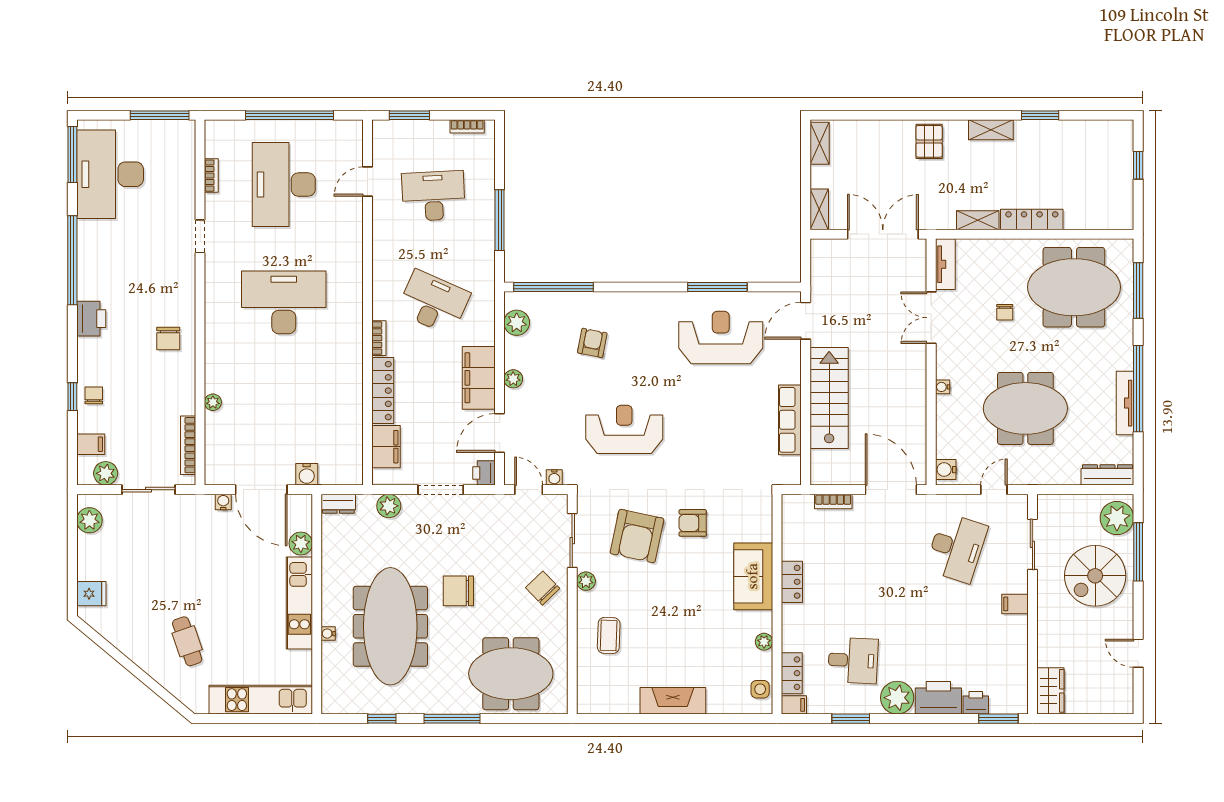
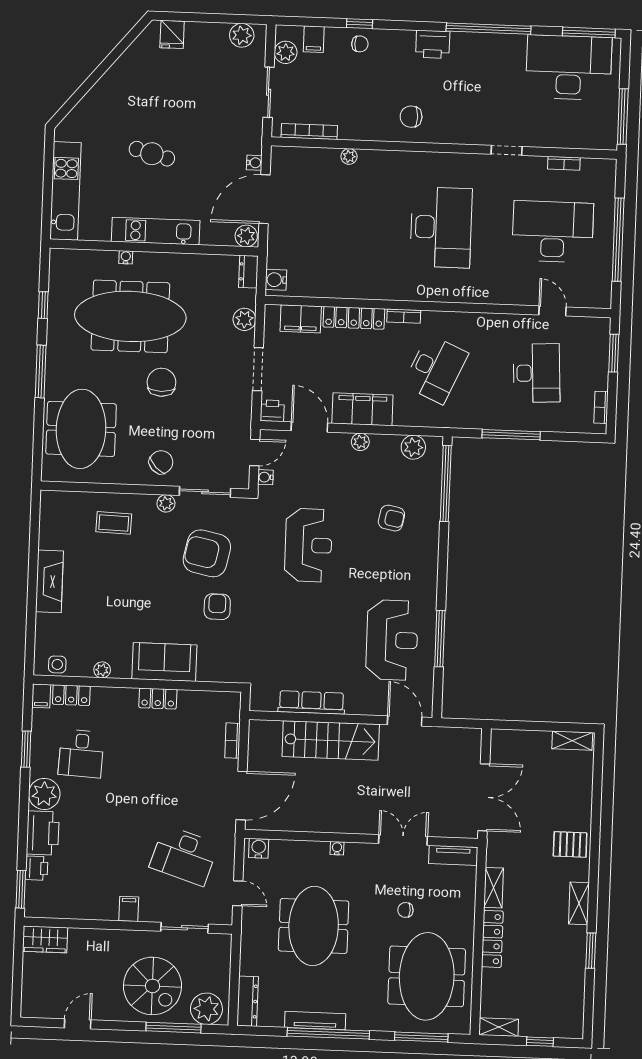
shelving: (819, 209) -> (499, 1027), moved
water cooler: (307, 474) -> (276, 280), moved
plant: (301, 543) -> (246, 236), moved
spiral stairs: (1095, 576) -> (153, 986), turned 180
cafe table: (187, 641) -> (152, 154), moved, turned 34

